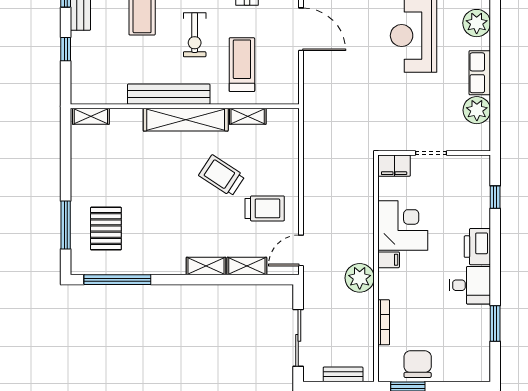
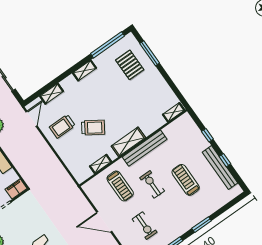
shelving: (186, 120) -> (128, 142), width x0.68
shelving: (206, 266) -> (84, 71), moved

